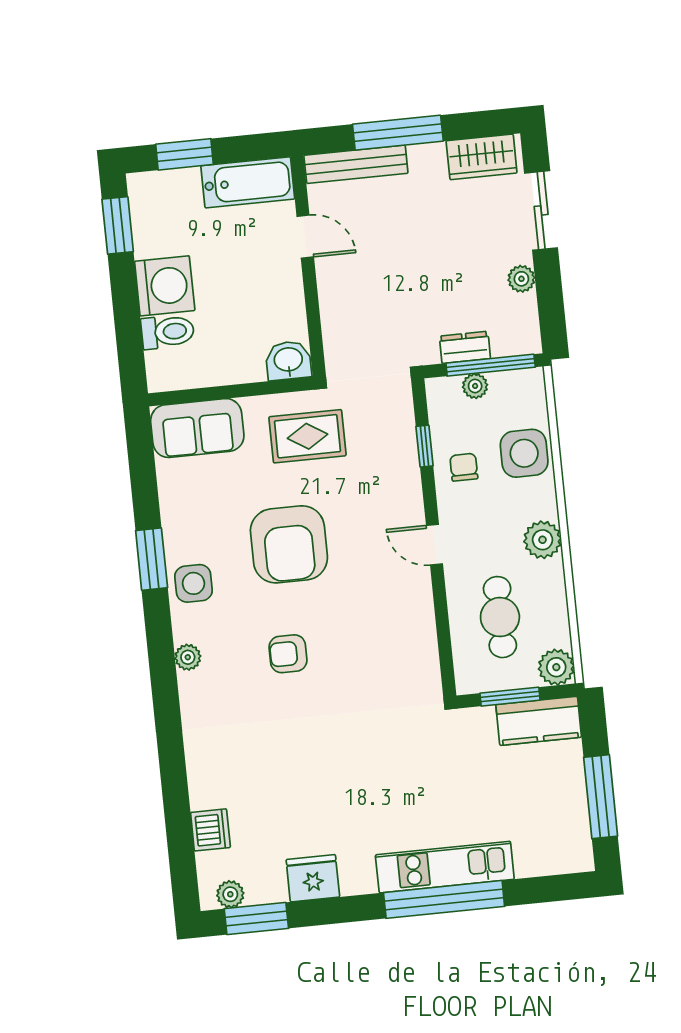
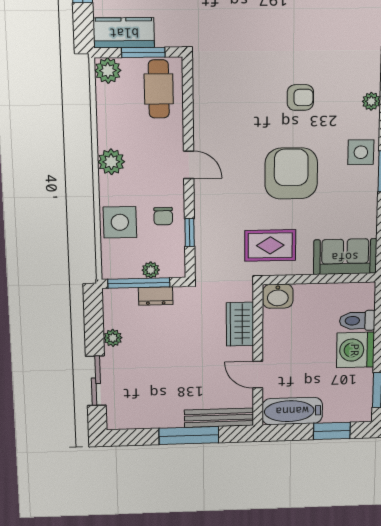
wardrobe: (482, 157) -> (240, 324), moved, turned -90
cafe table: (500, 617) -> (159, 89), moved

